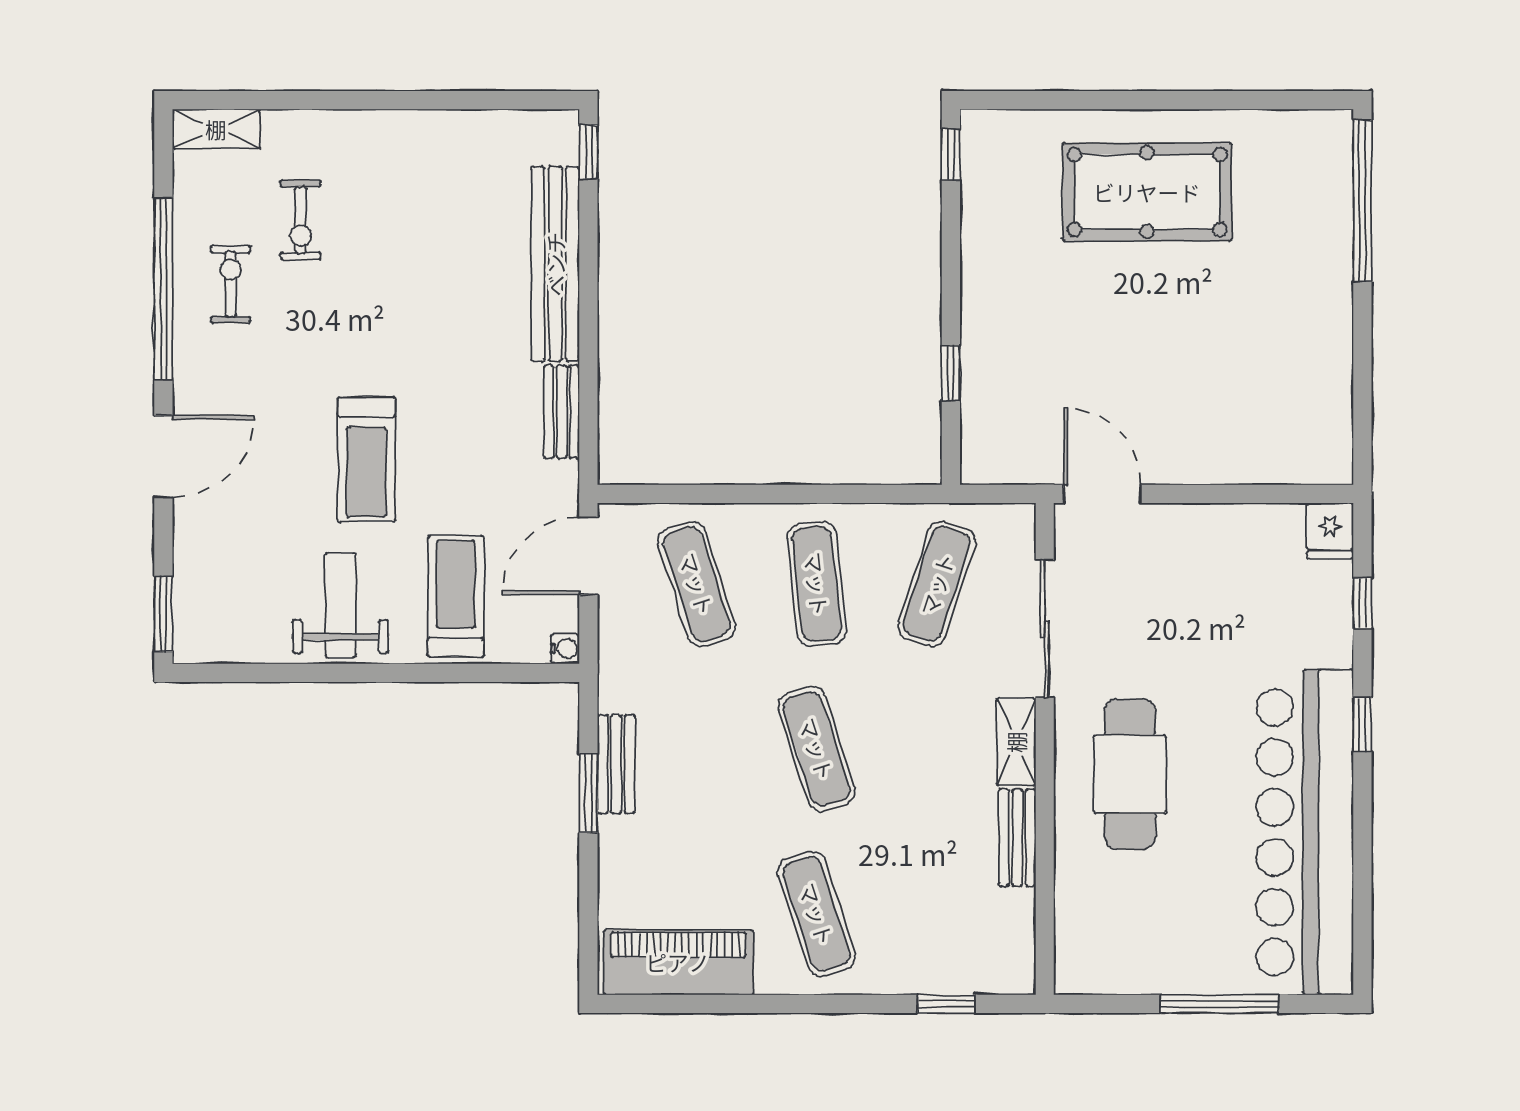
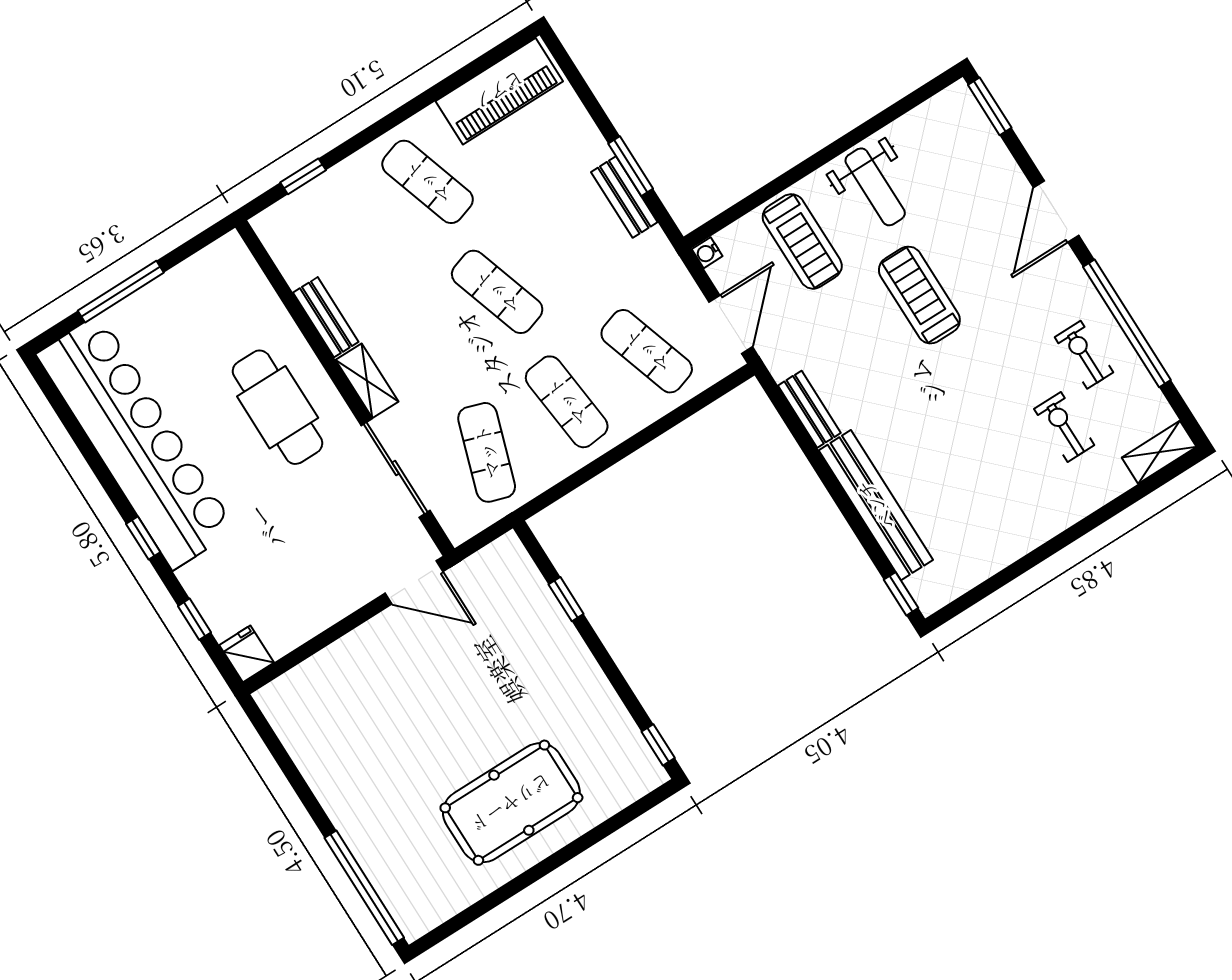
exercise bike: (231, 284) -> (1084, 355), turned 180

